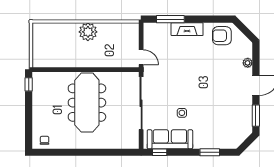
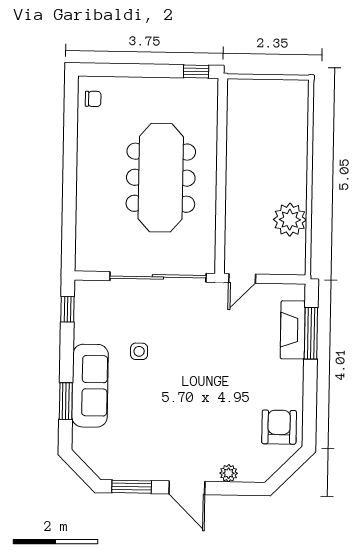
fireplace: (187, 29) -> (293, 330), moved
plant: (88, 32) -> (290, 220), moved
meeting table: (87, 103) -> (161, 178), turned 90
sofa: (170, 139) -> (90, 386), moved

